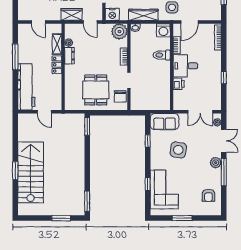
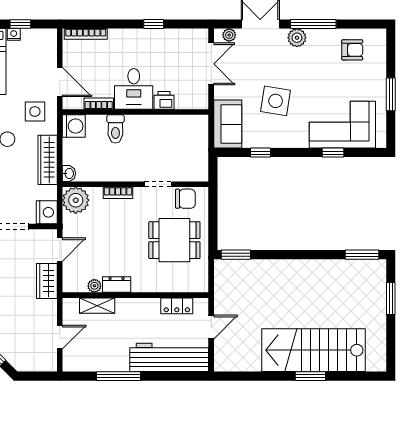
locker: (57, 65) -> (177, 306), moved

